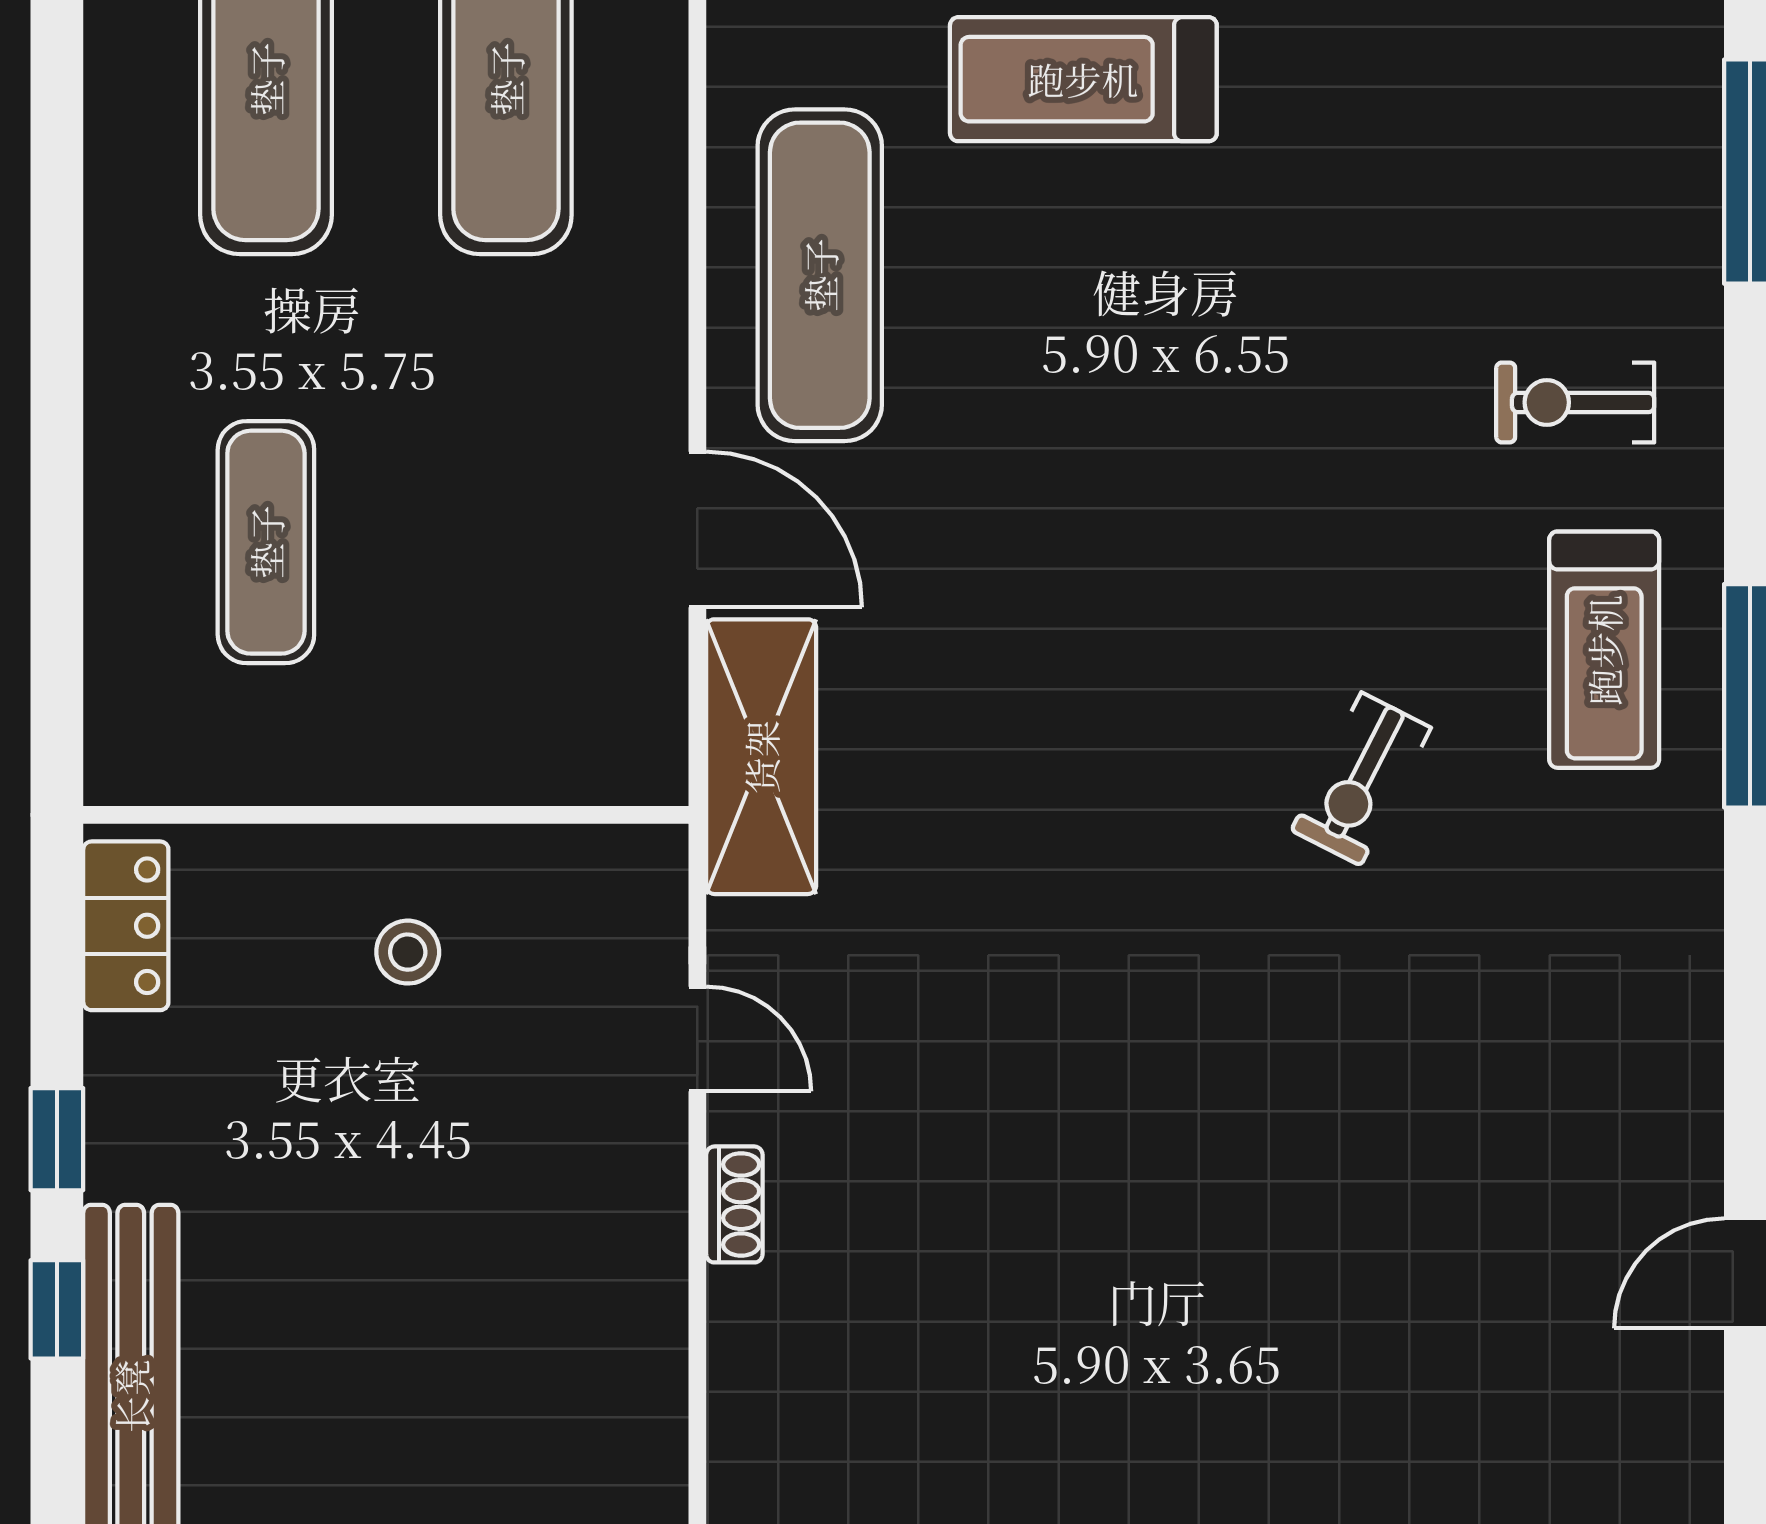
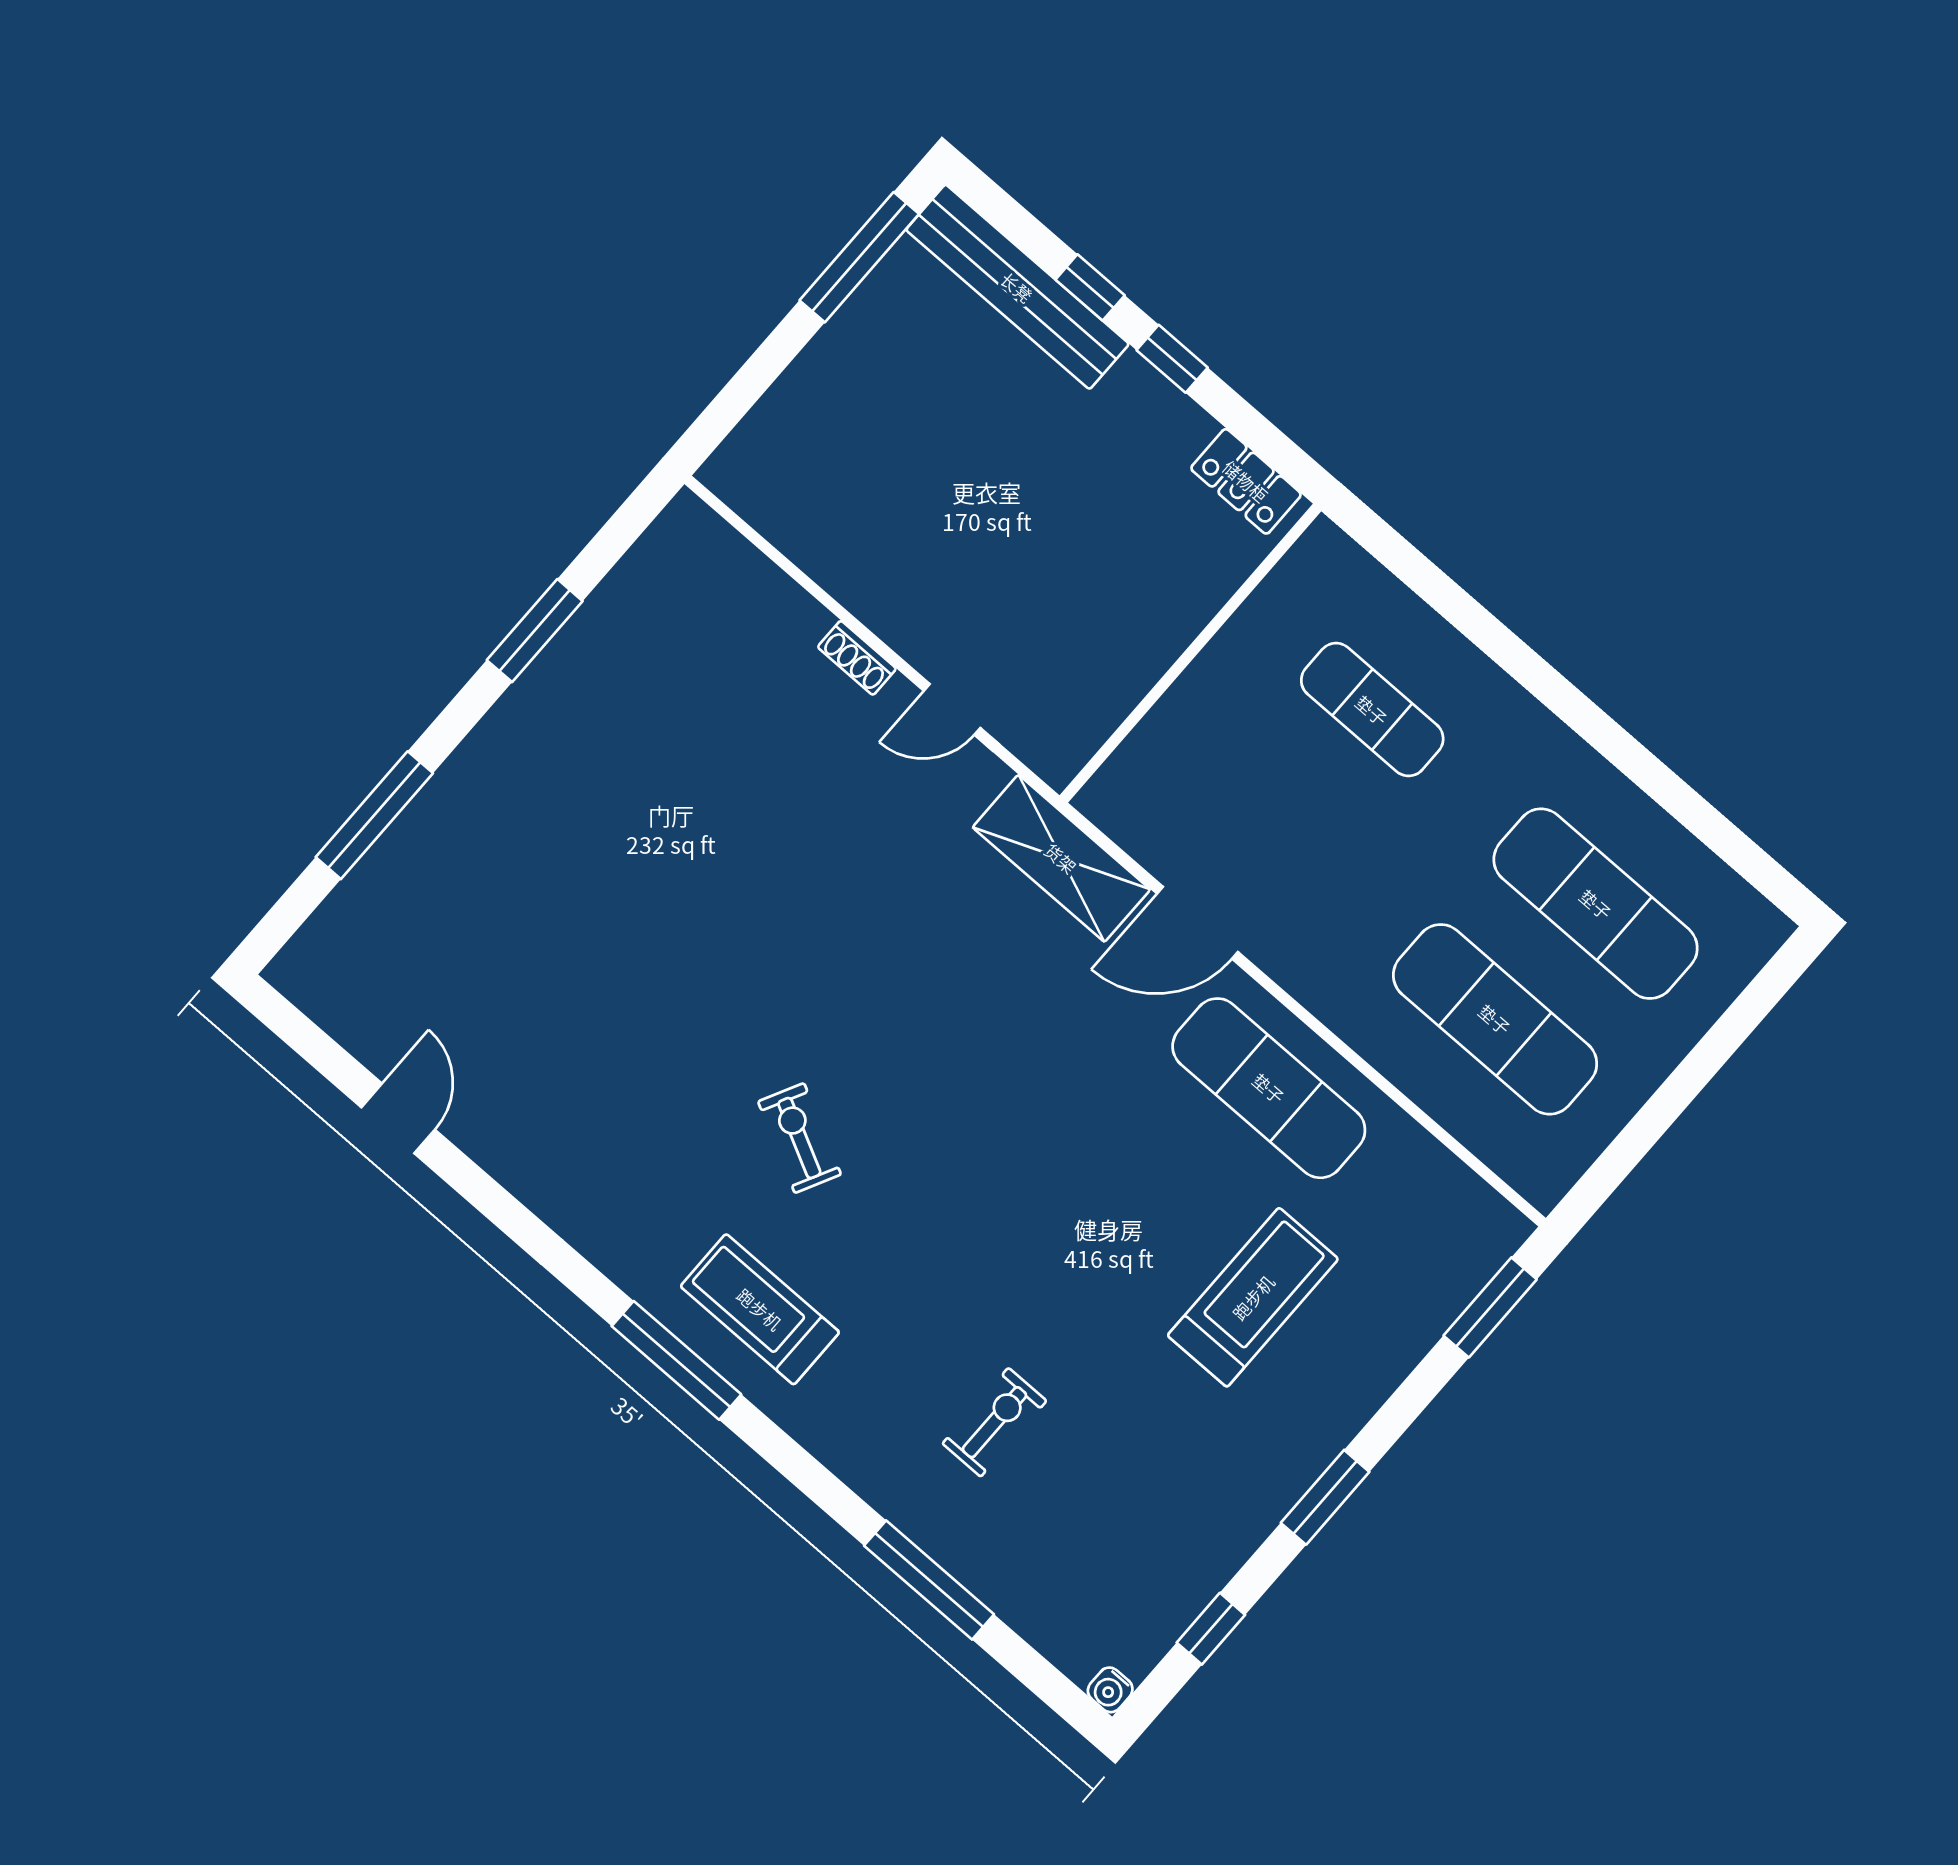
exercise bike: (1575, 402) -> (995, 1422), moved
stool: (408, 952) -> (1115, 606), removed

